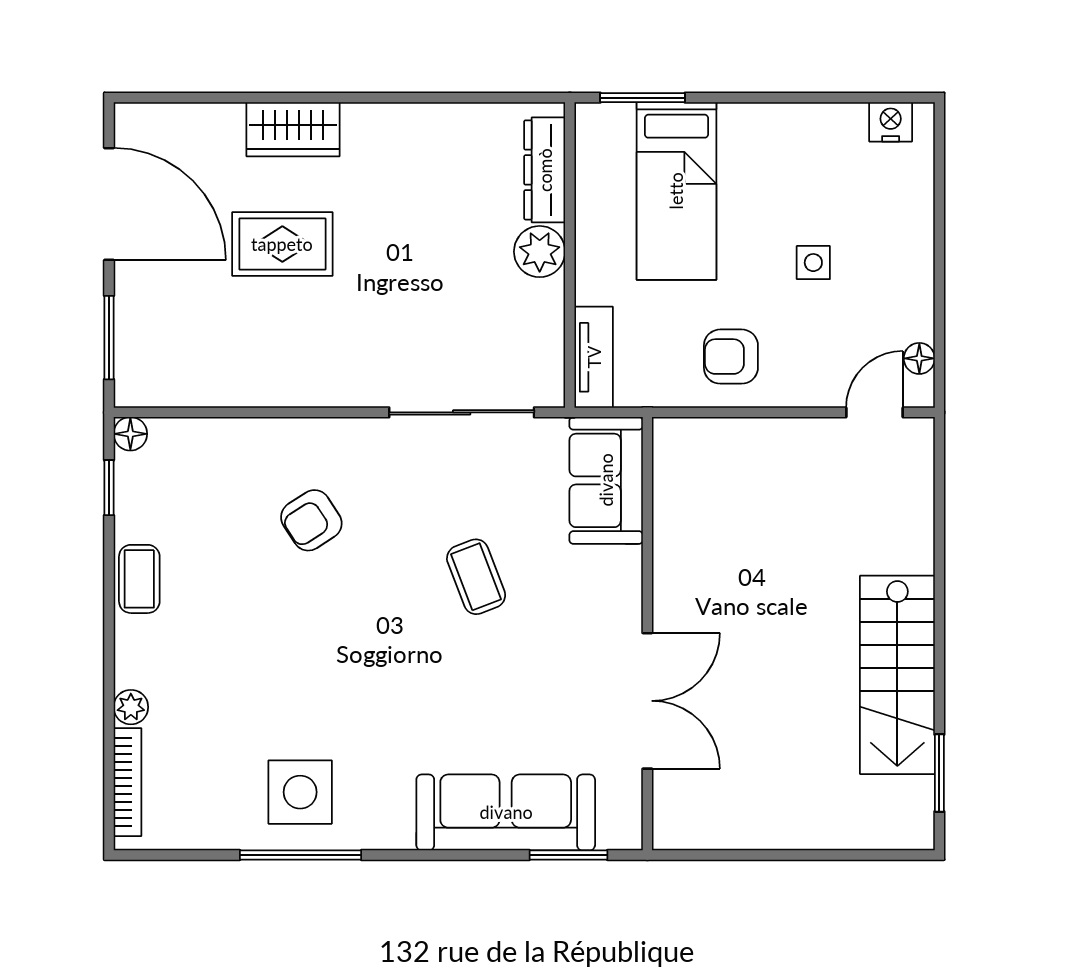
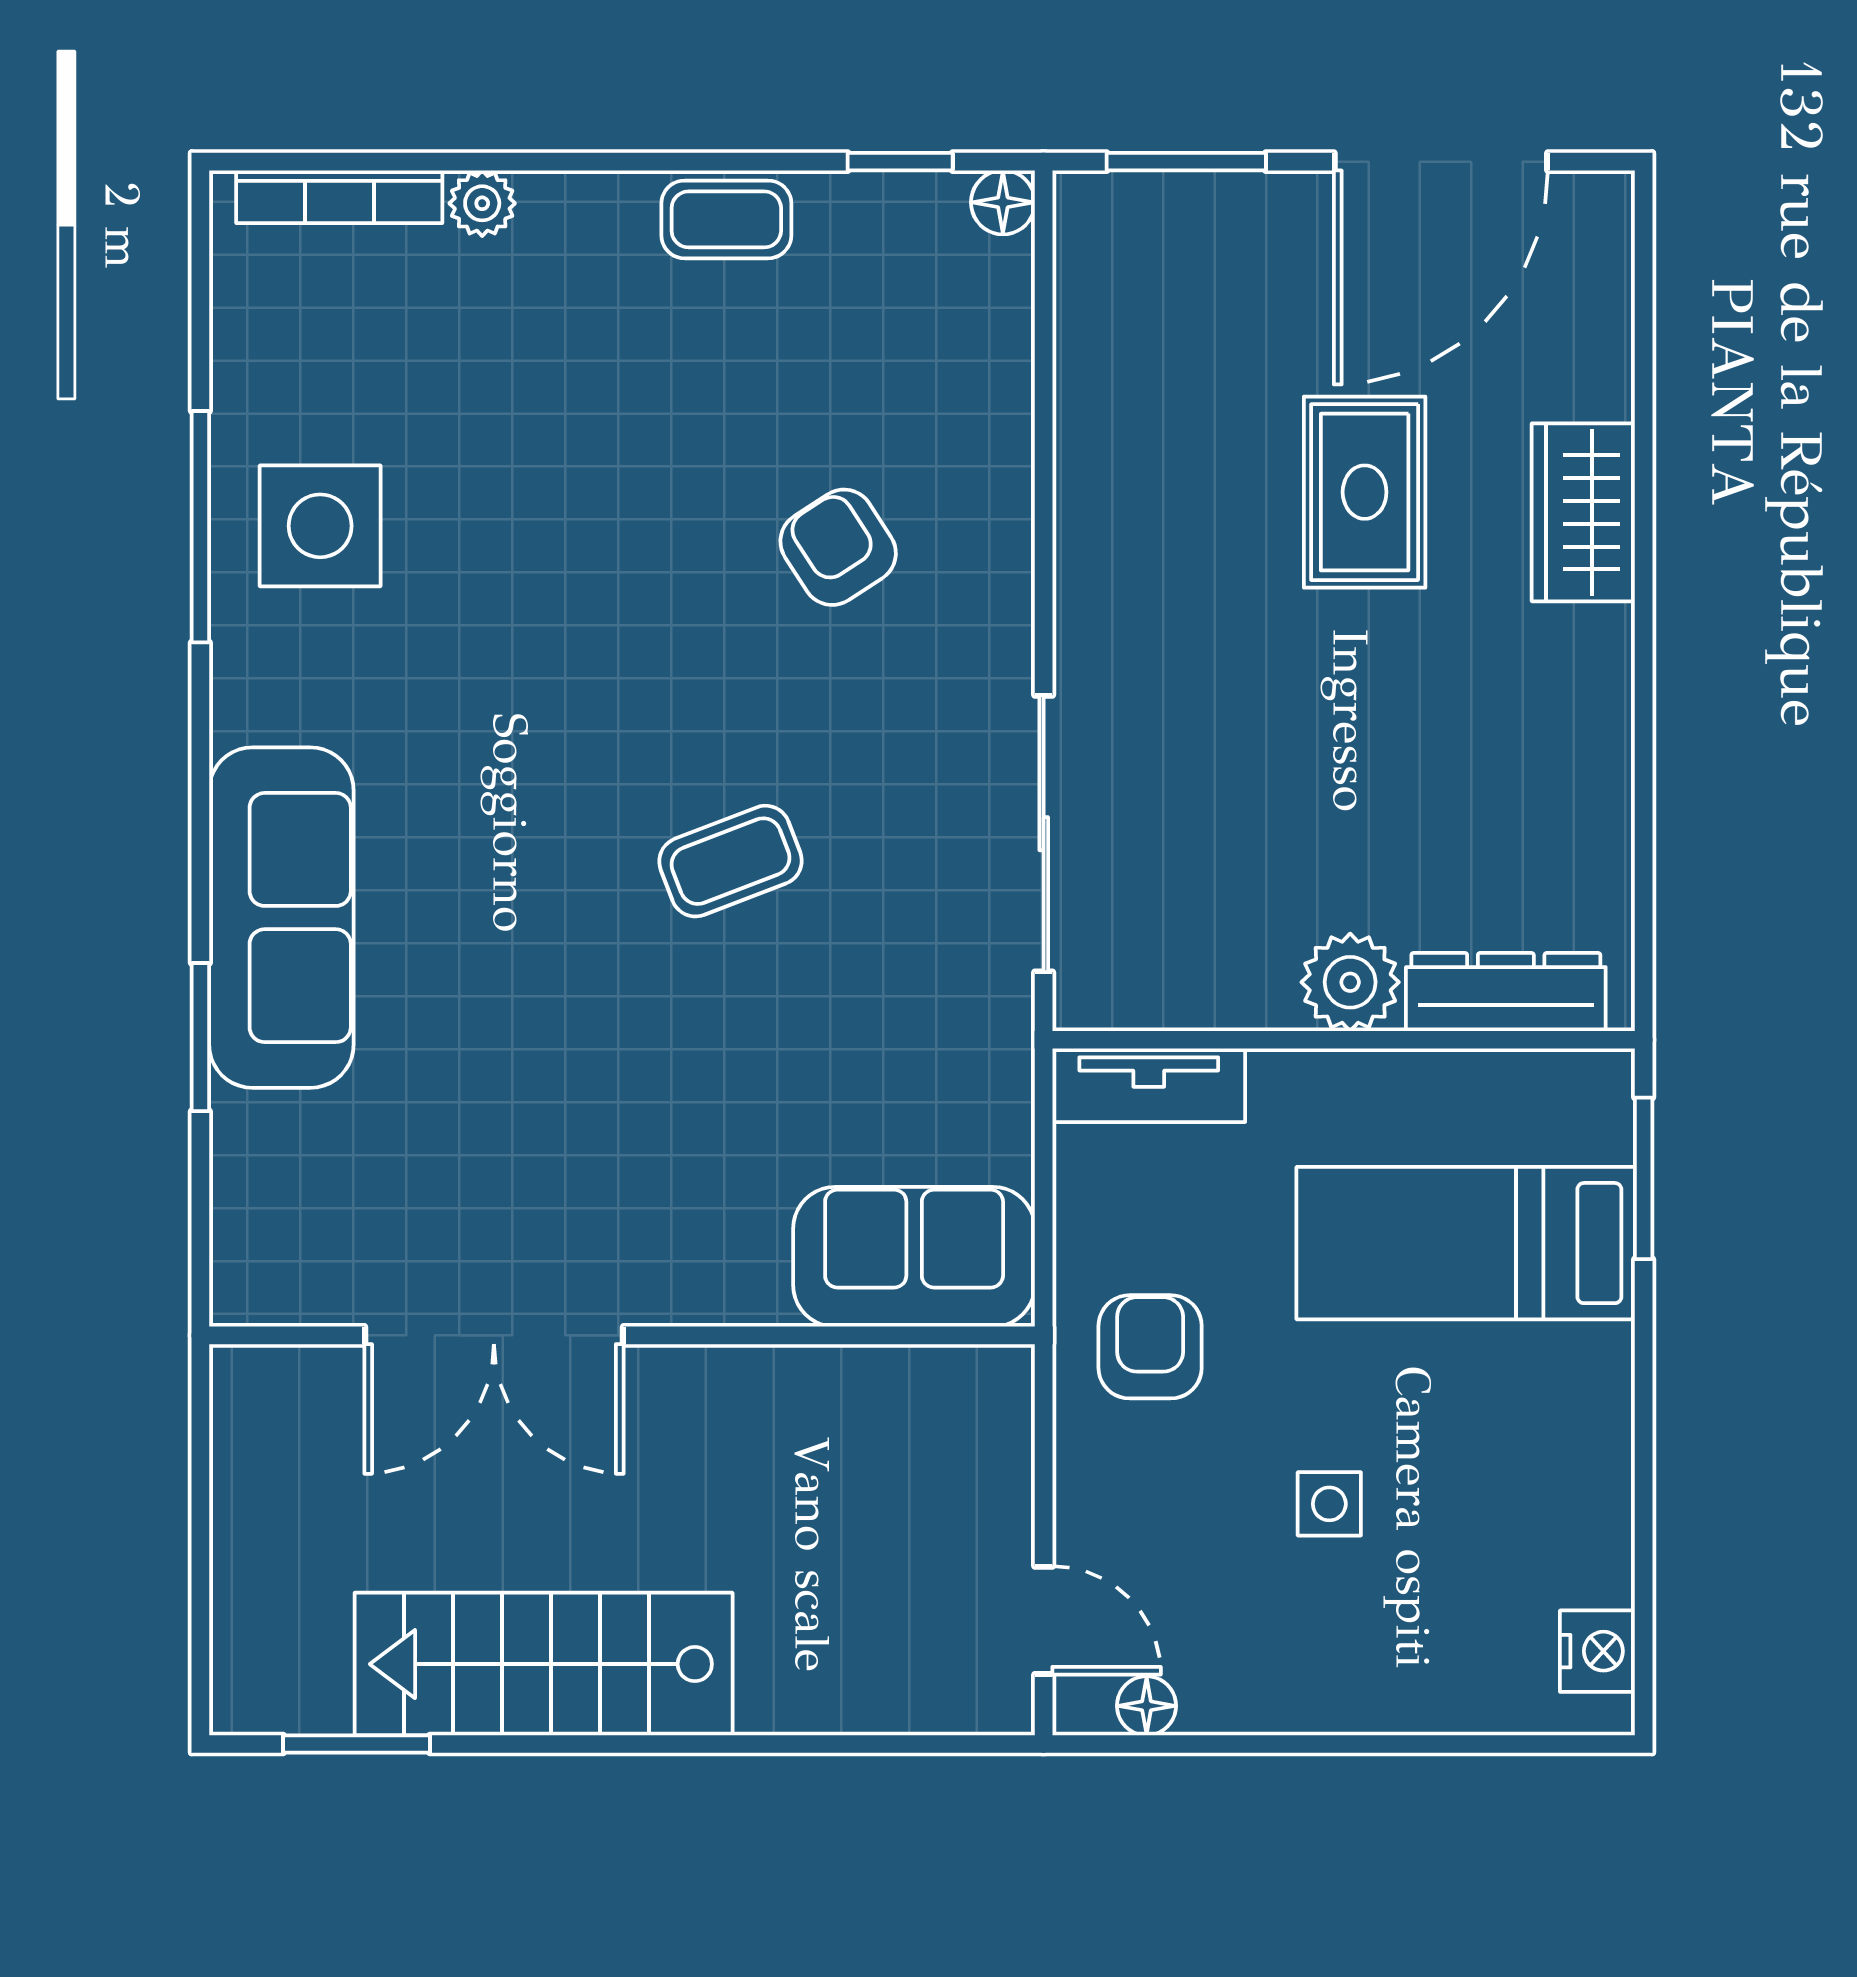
sofa: (606, 480) -> (914, 1257), moved
wall: (647, 634) -> (622, 1335), moved
double door: (647, 701) -> (494, 1335), moved

